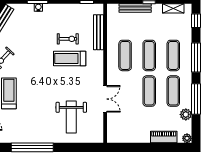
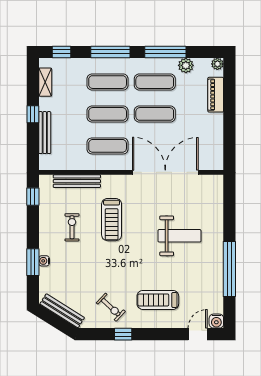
exercise bike: (68, 39) -> (72, 227), moved
double door: (105, 99) -> (165, 172), width x1.87
weight bench: (71, 117) -> (179, 236), moved

